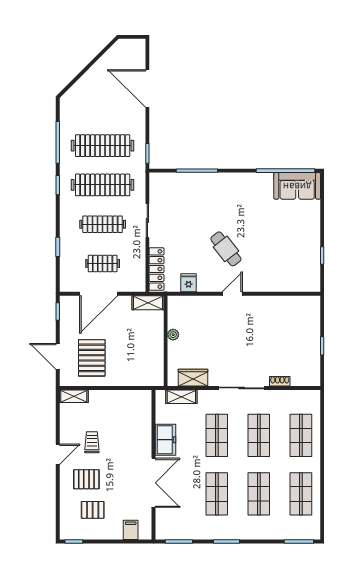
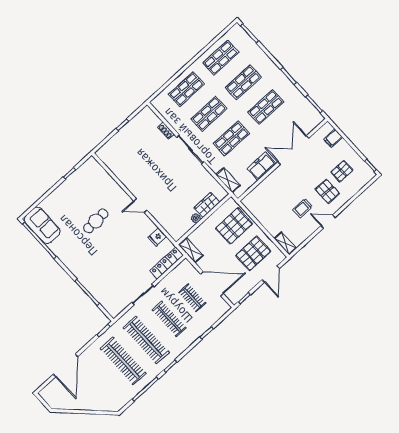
cafe table: (226, 249) -> (96, 221), moved, turned 36
pallet: (134, 363) -> (234, 226), added
wardrobe: (193, 378) -> (207, 205), moved, turned 90
pallet: (93, 510) -> (342, 171), turned 90

